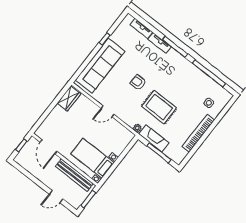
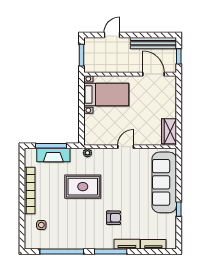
armchair: (138, 82) -> (114, 218), moved
fireplace: (154, 138) -> (53, 155), moved
bench: (74, 175) -> (153, 43), moved

